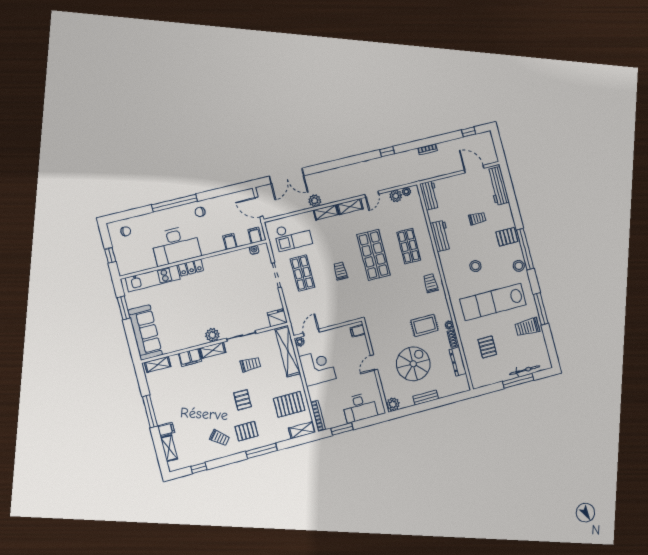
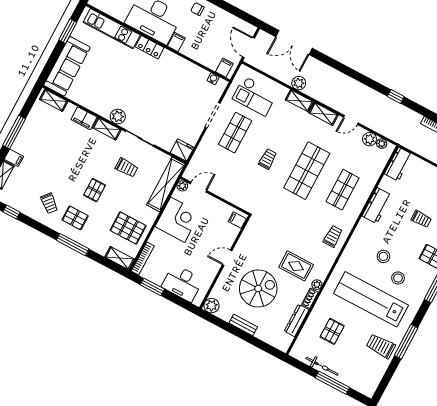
filing cabinet: (230, 242) -> (176, 42), moved
stool: (519, 266) -> (398, 278), moved
bicycle: (525, 370) -> (322, 366), moved

